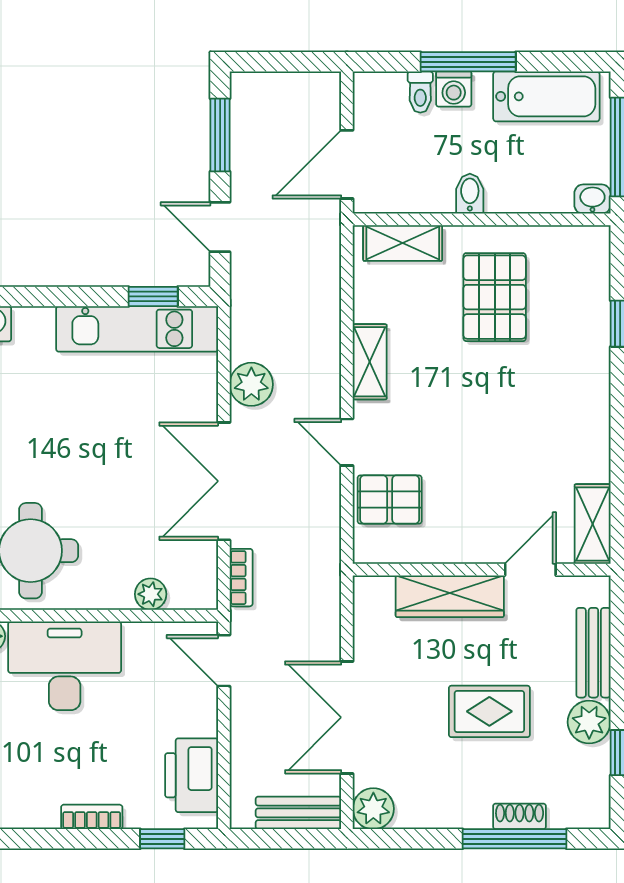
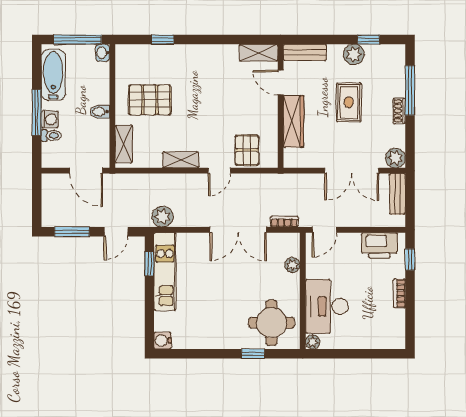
plant: (251, 384) -> (163, 217), moved
bench: (593, 653) -> (305, 52), moved
shoe rack: (520, 816) -> (399, 111), moved

